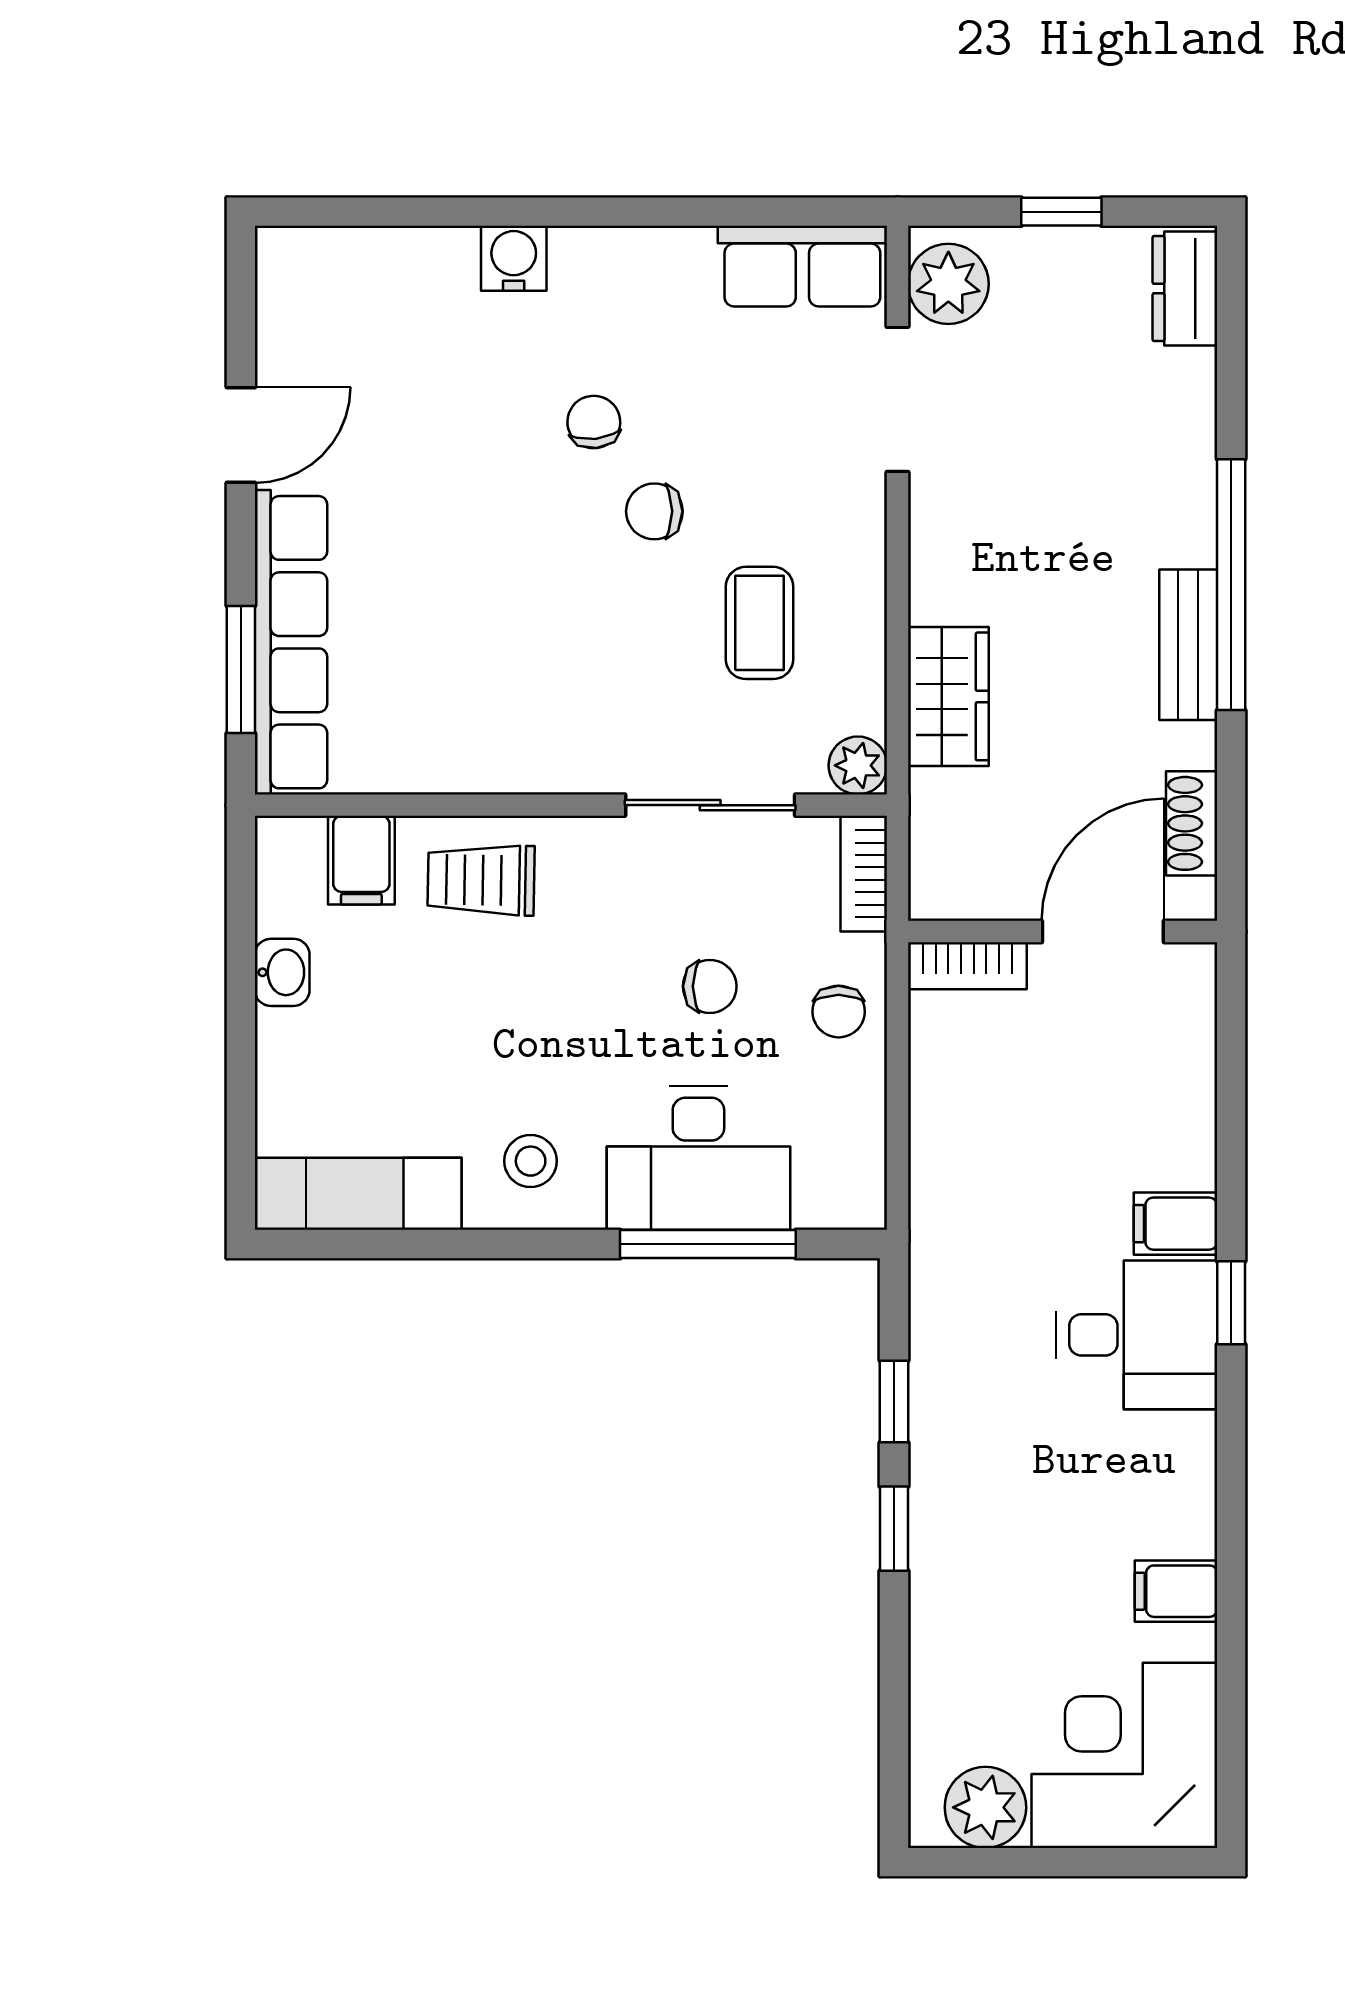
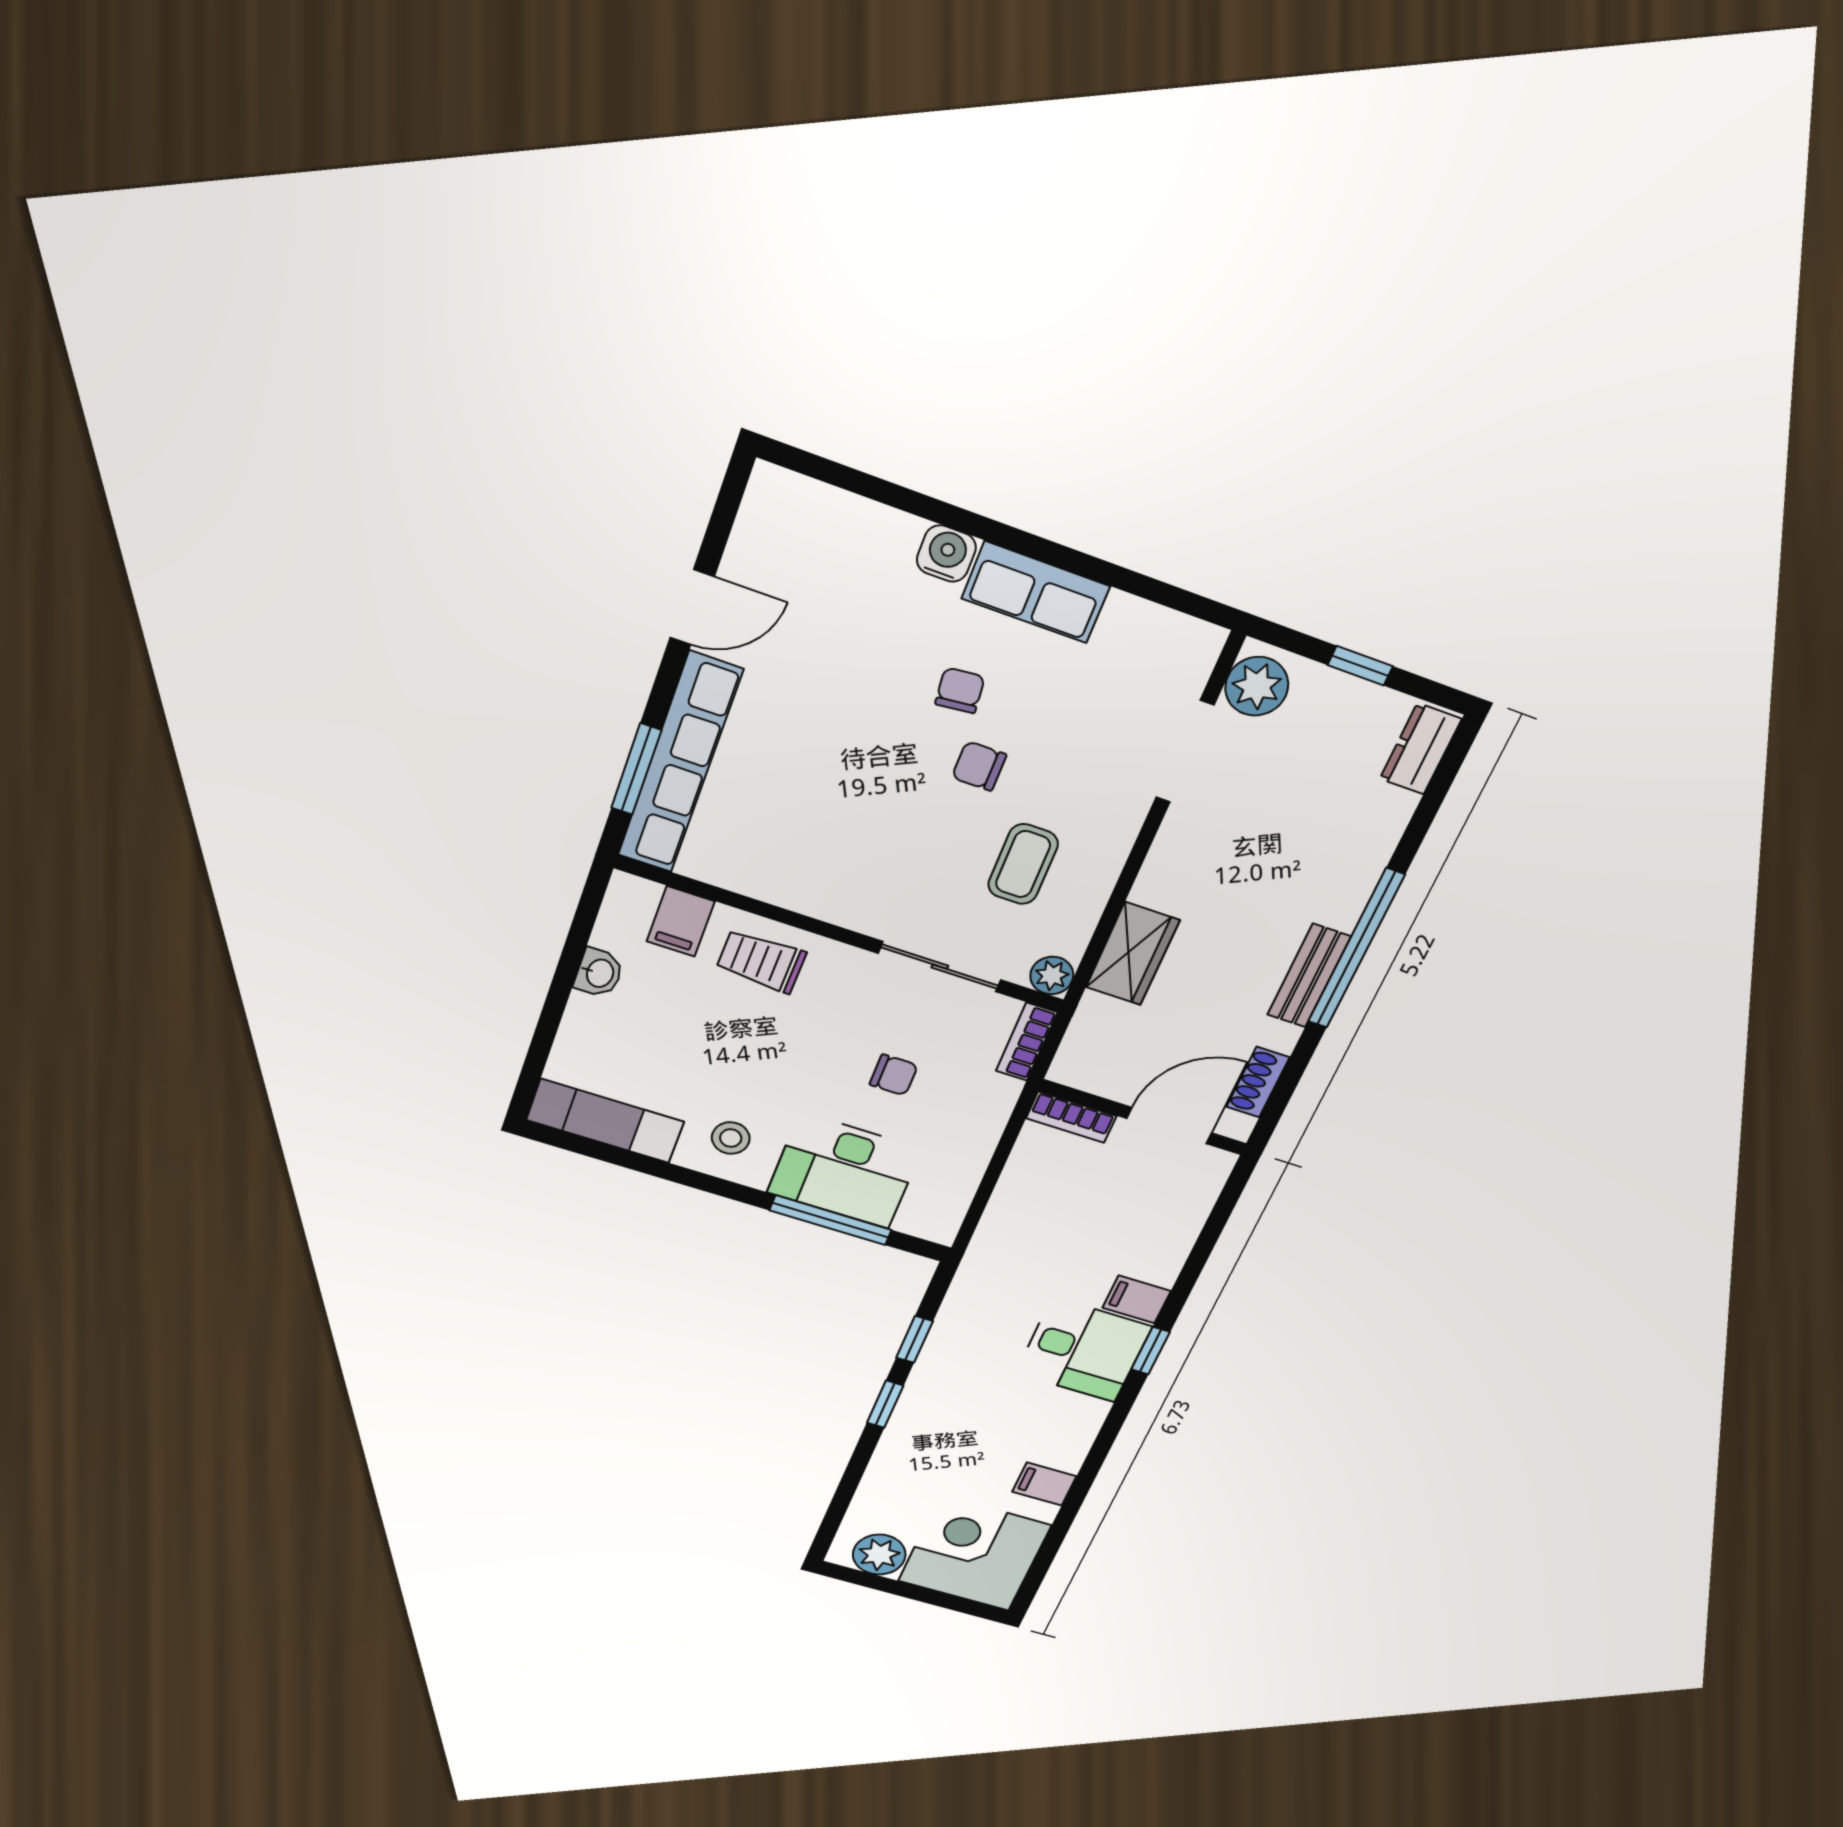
row of seats: (802, 266) -> (1036, 592), moved
chair: (839, 1012) -> (974, 1117), removed

